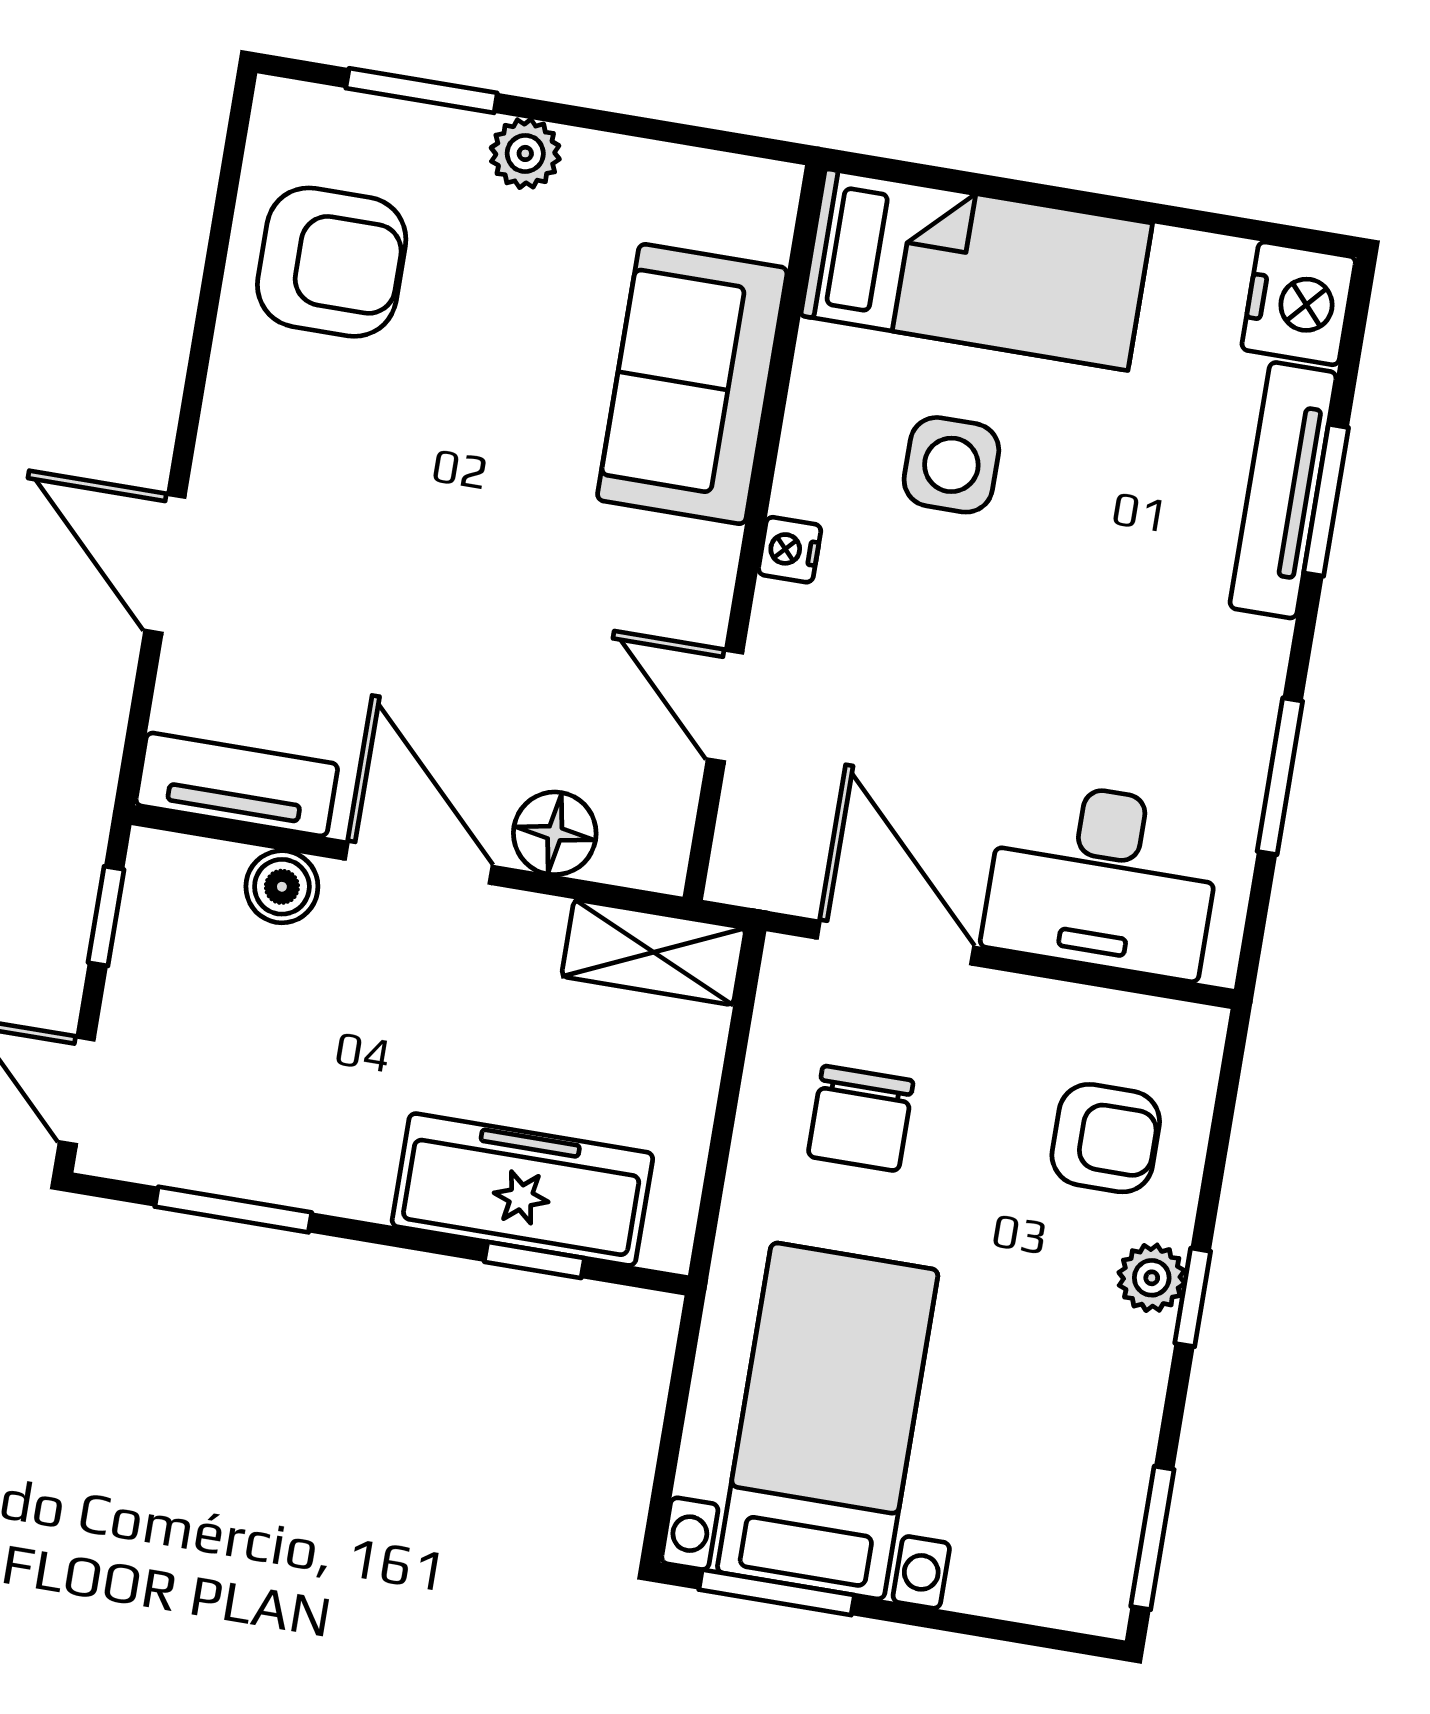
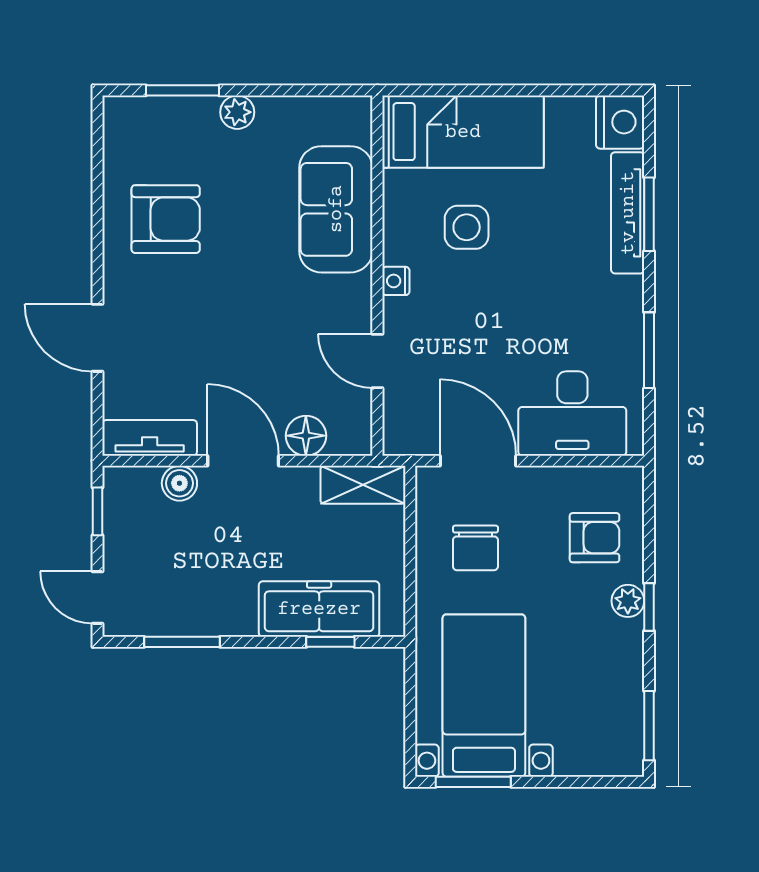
armchair: (332, 262) -> (166, 219), moved

